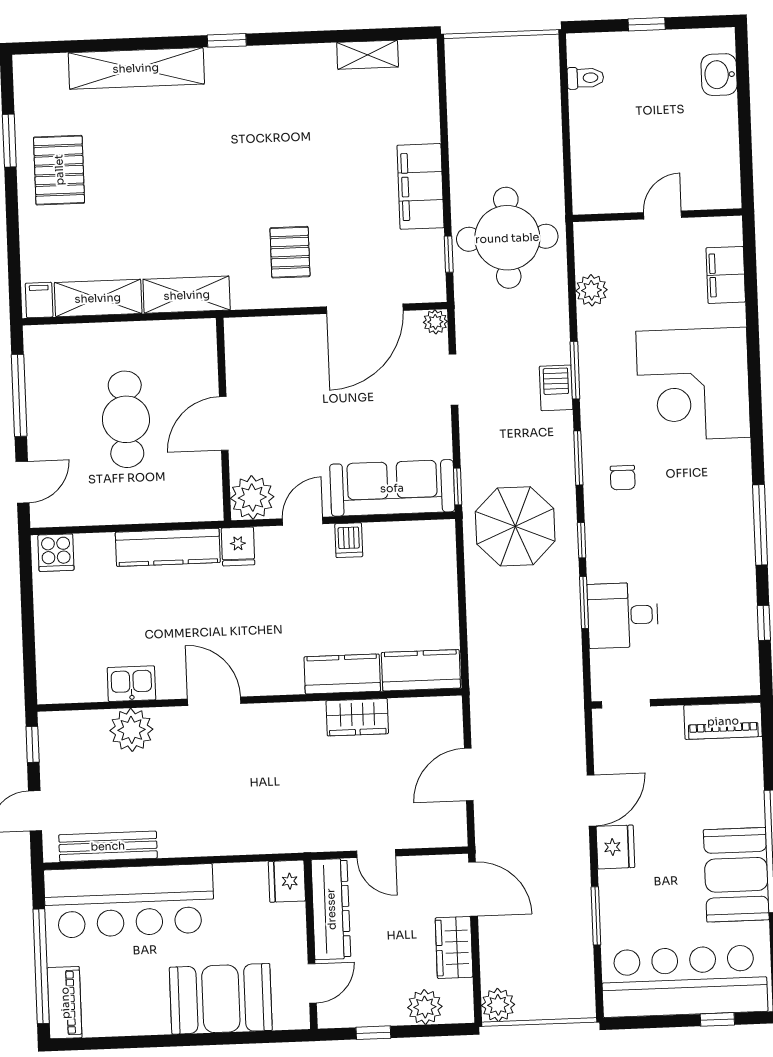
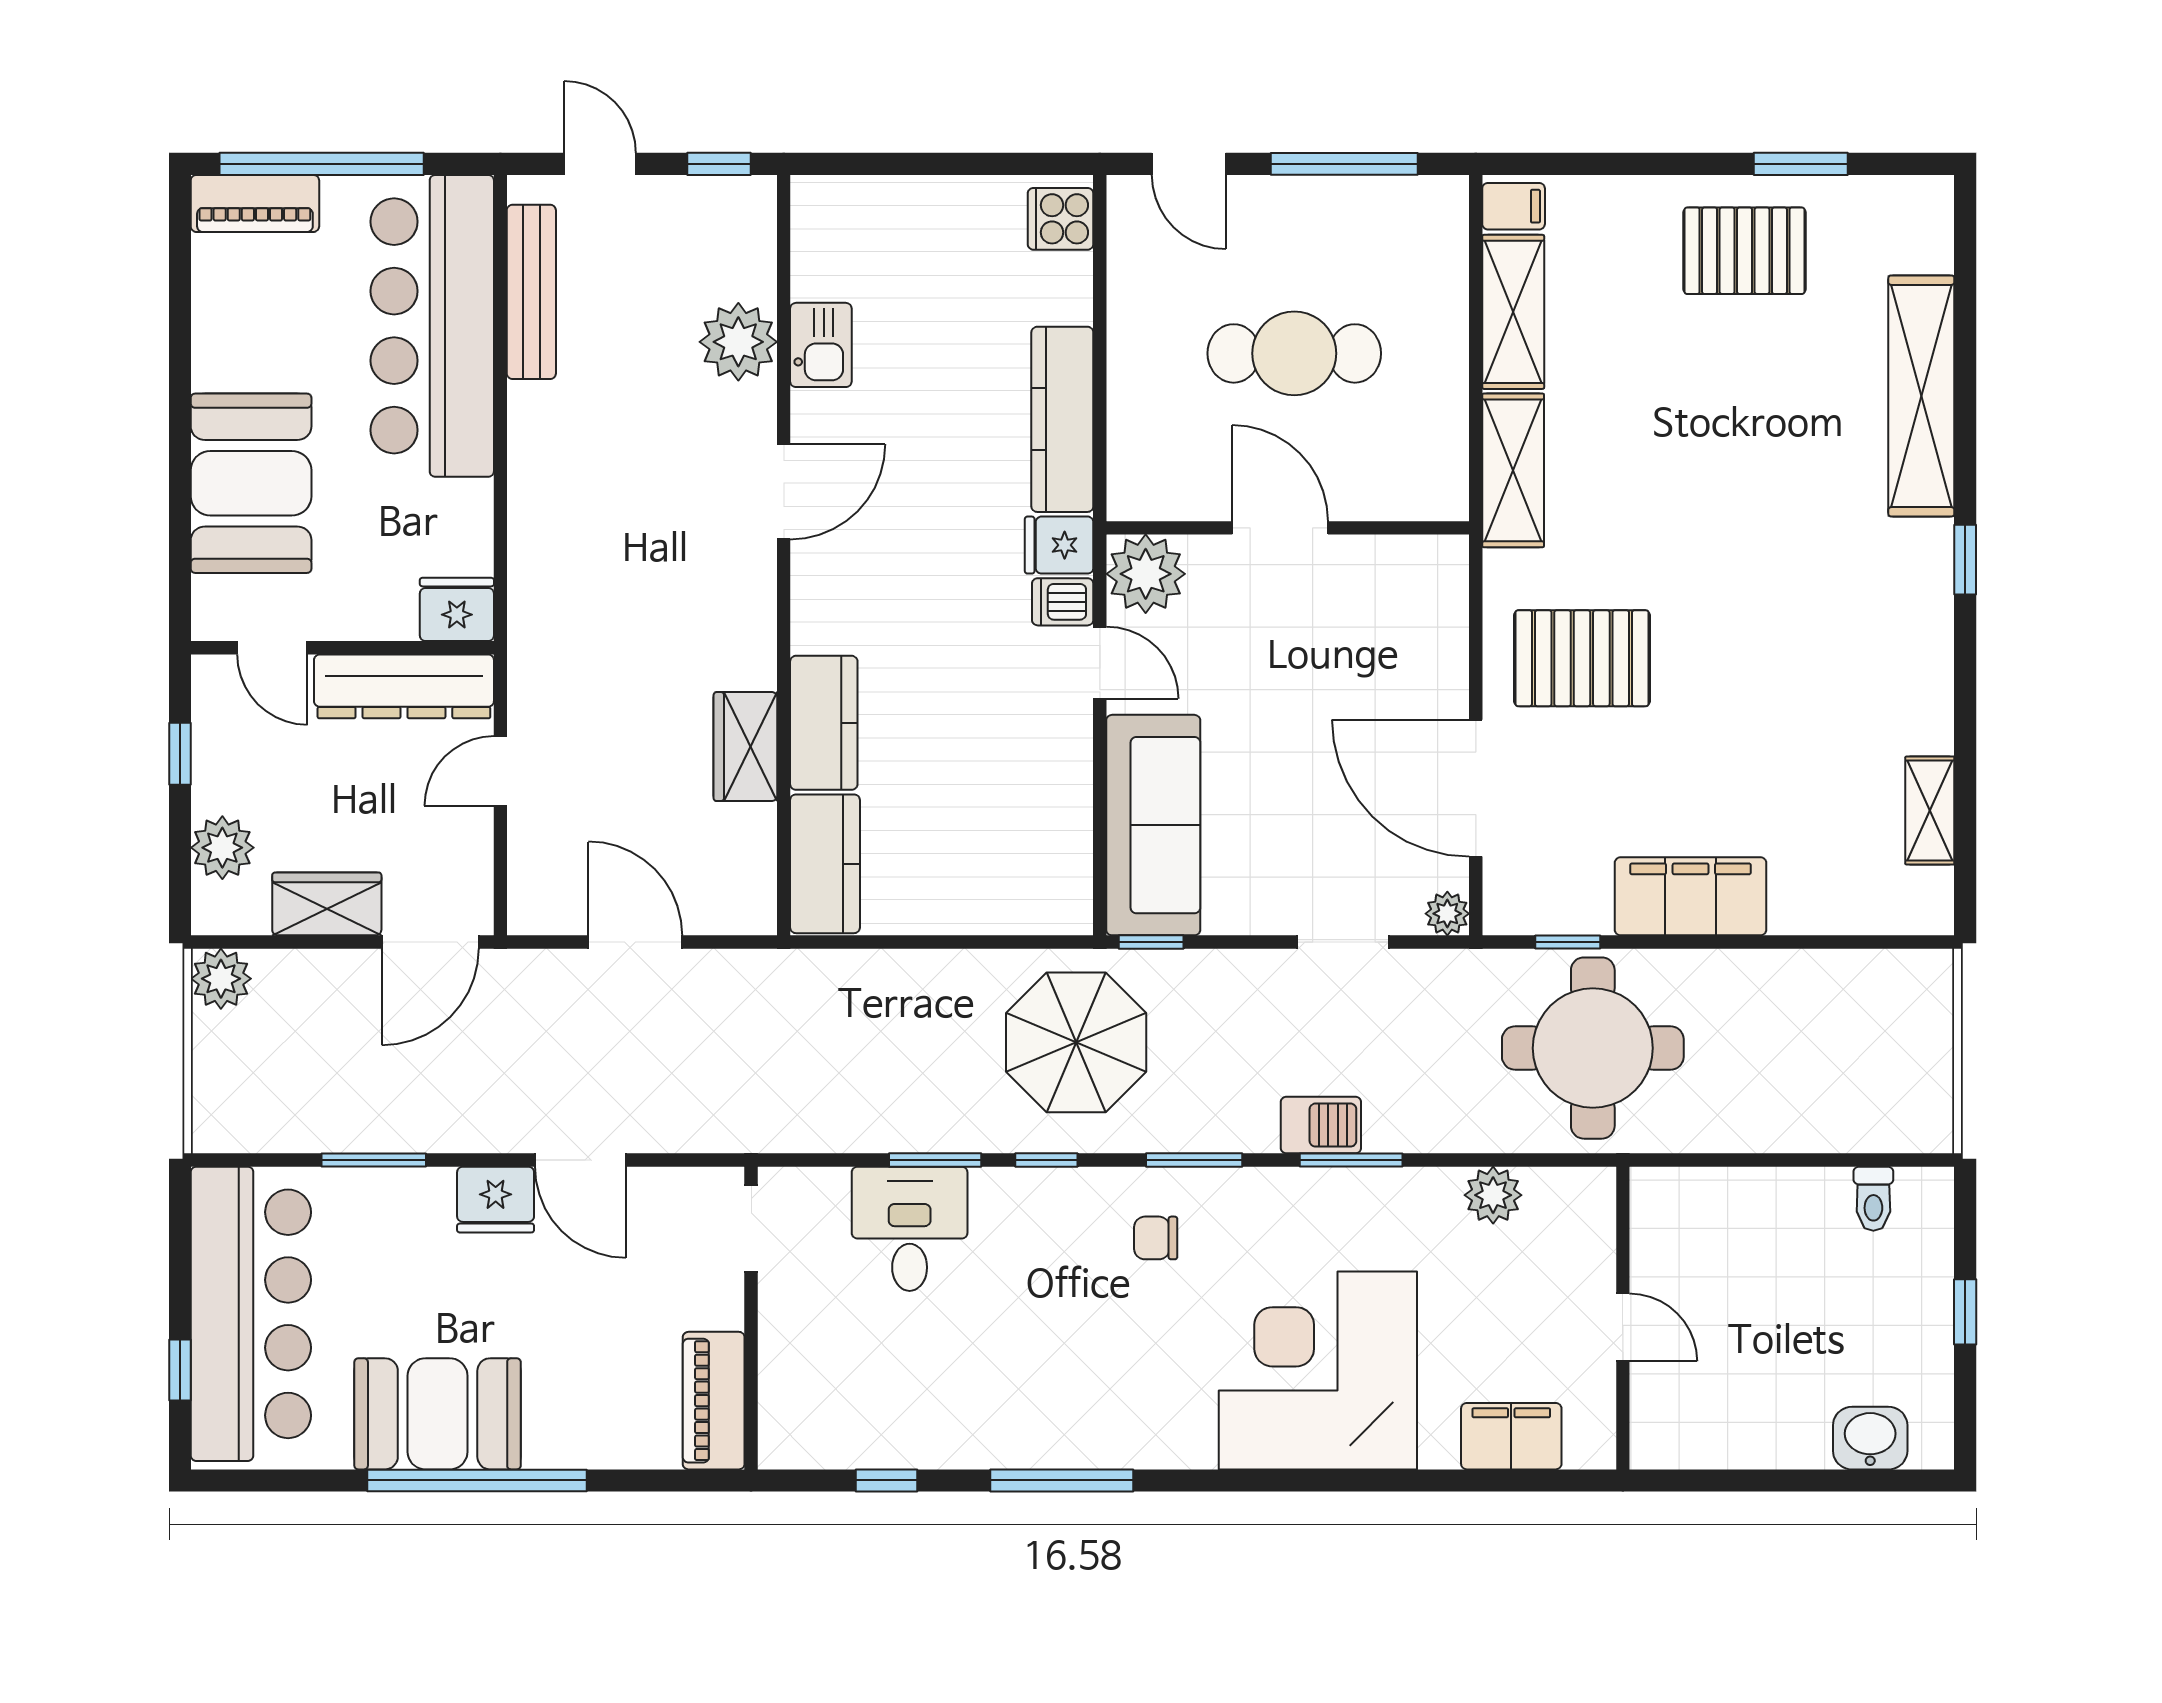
pallet: (290, 252) -> (1582, 658), width x1.50, depth x1.42
dishwasher: (349, 540) -> (1063, 602), moved

